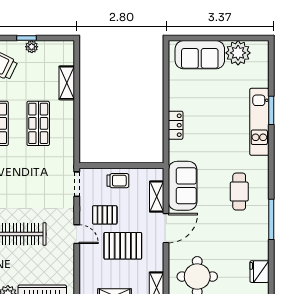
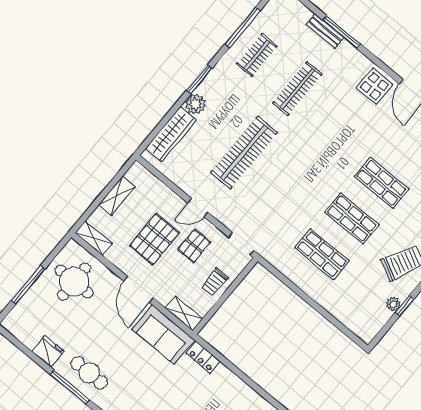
shelving: (67, 83) -> (337, 308), removed
locker: (176, 125) -> (203, 357), moved
cafe table: (239, 192) -> (89, 373), moved
shelving: (157, 197) -> (184, 314), moved
fridge: (259, 272) -> (48, 351), moved

